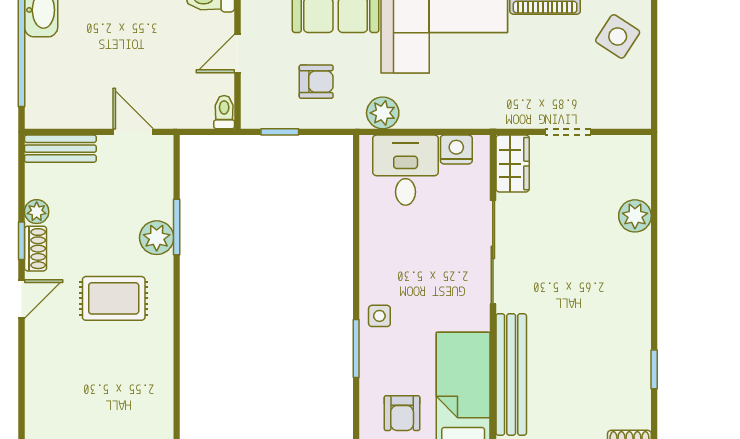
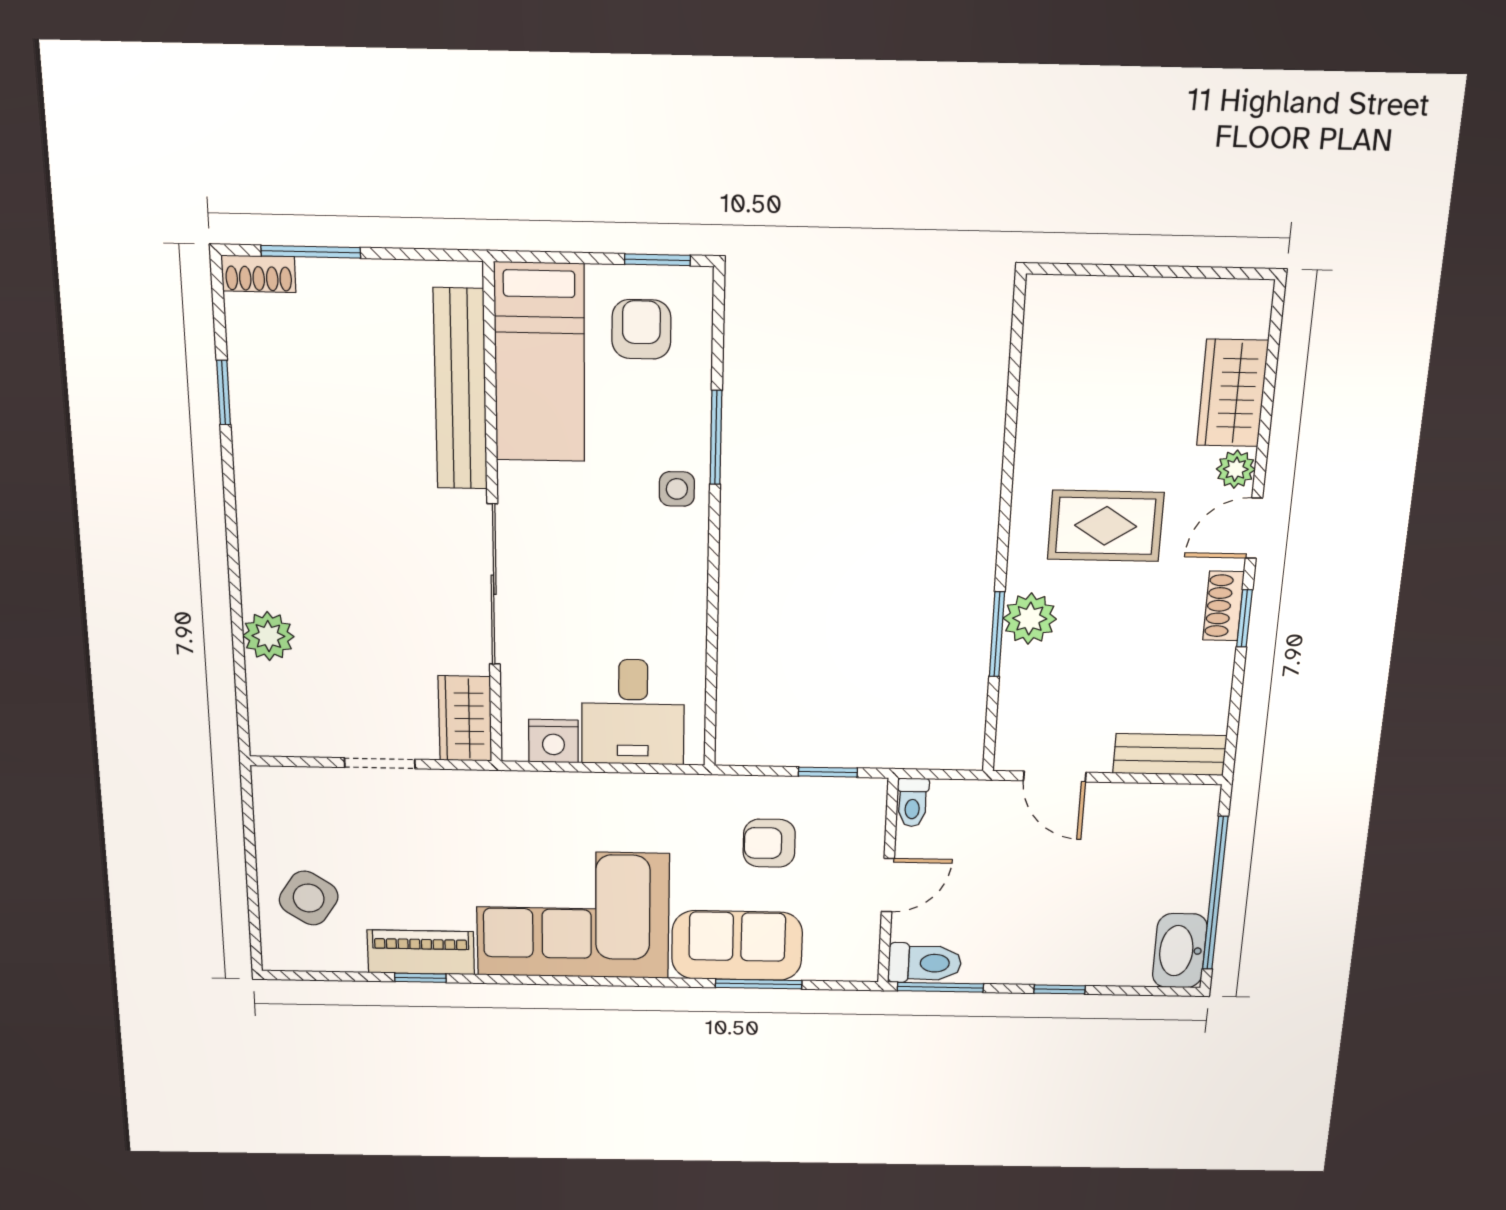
plant: (383, 113) -> (668, 797), removed
plant: (37, 212) -> (1236, 469), moved
wardrobe: (43, 383) -> (1232, 393), added

